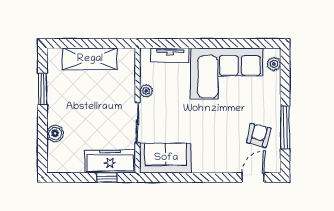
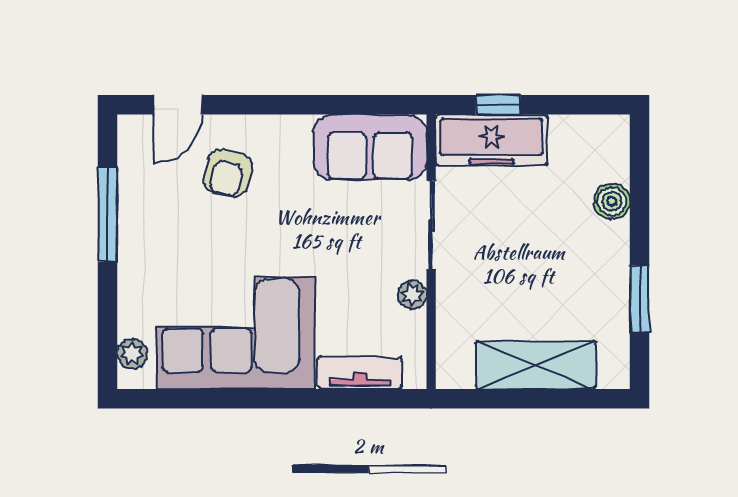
armchair: (259, 135) -> (228, 173), moved

